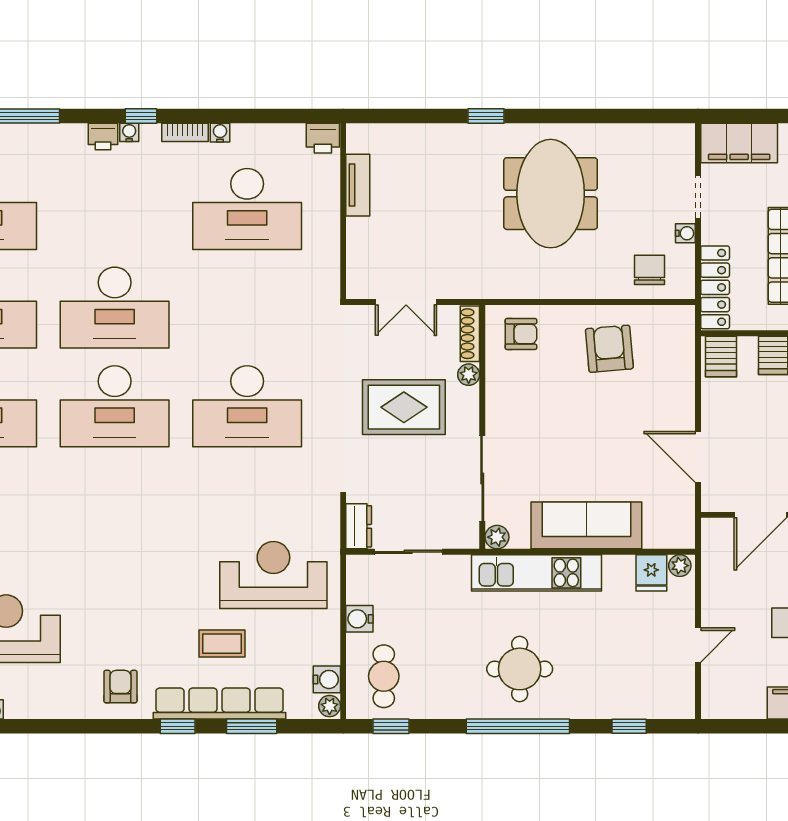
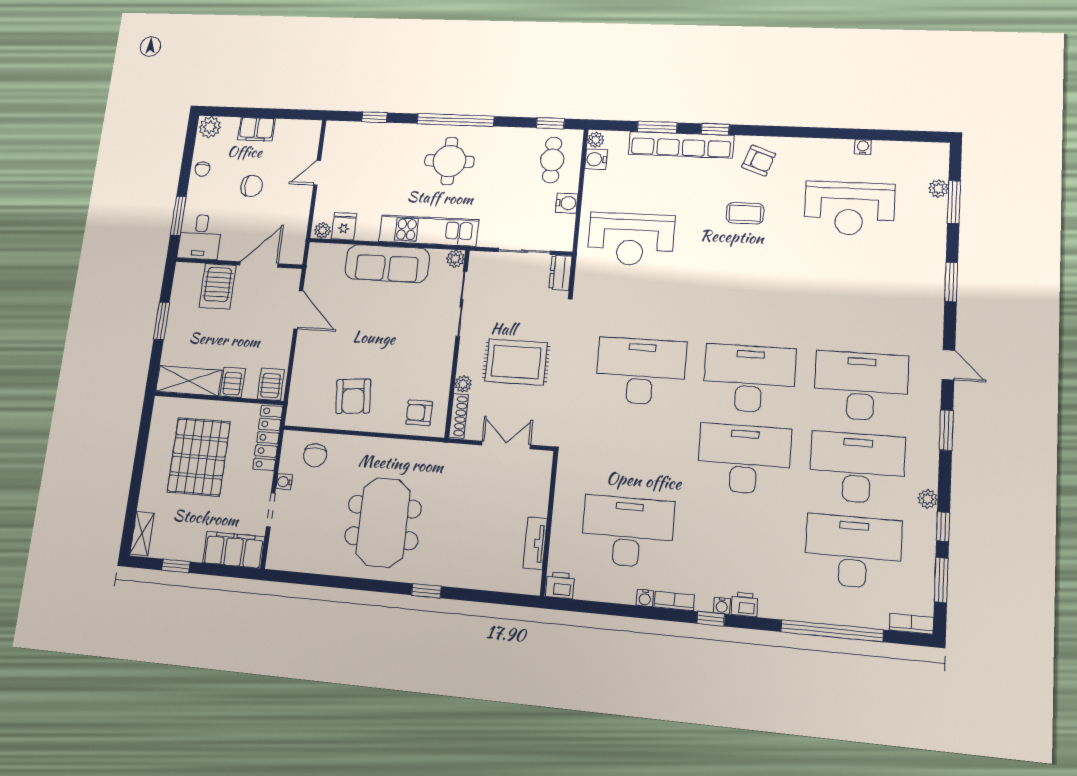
coffee table: (222, 644) -> (745, 213), moved
armchair: (120, 687) -> (759, 160), turned -70

